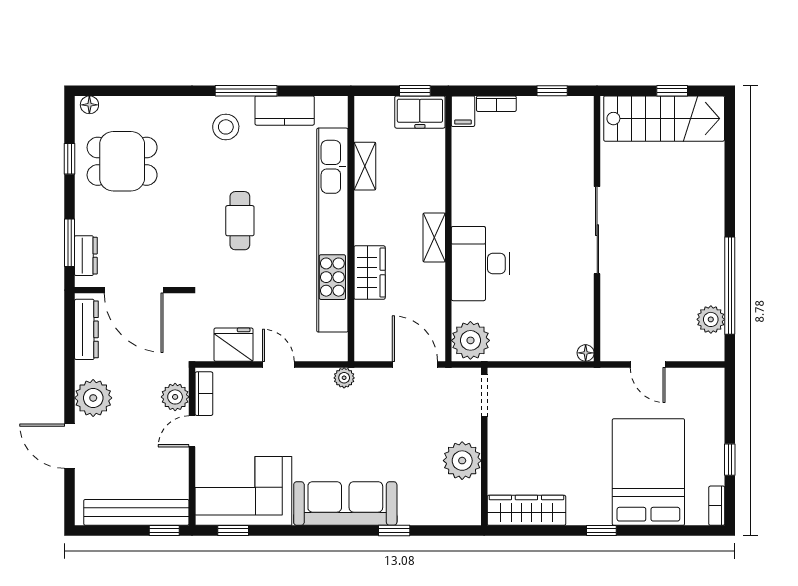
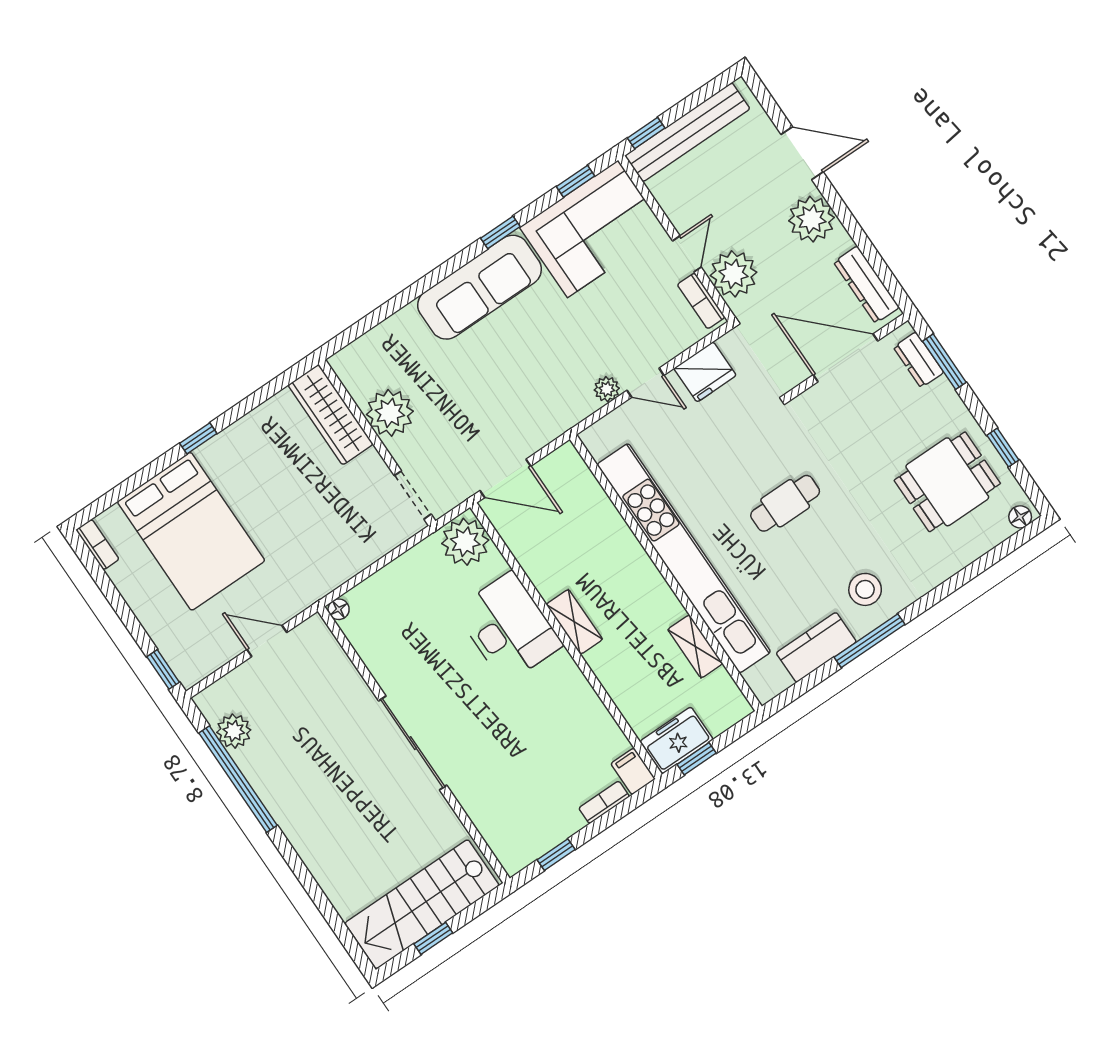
cafe table: (240, 221) -> (785, 503), turned 90
wardrobe: (370, 273) -> (616, 541), removed
plant: (344, 378) -> (607, 389), moved
plant: (175, 397) -> (733, 274), width x1.36, depth x1.36
window: (730, 460) -> (163, 669), moved
wardrobe: (526, 510) -> (331, 415), moved, turned 90
window: (394, 531) -> (500, 232), moved

